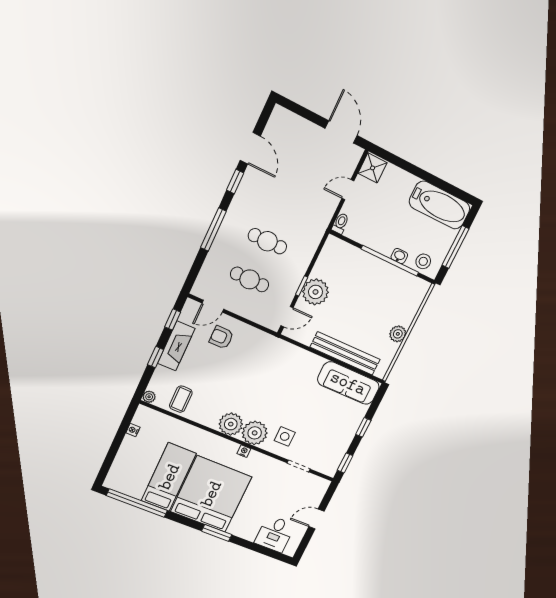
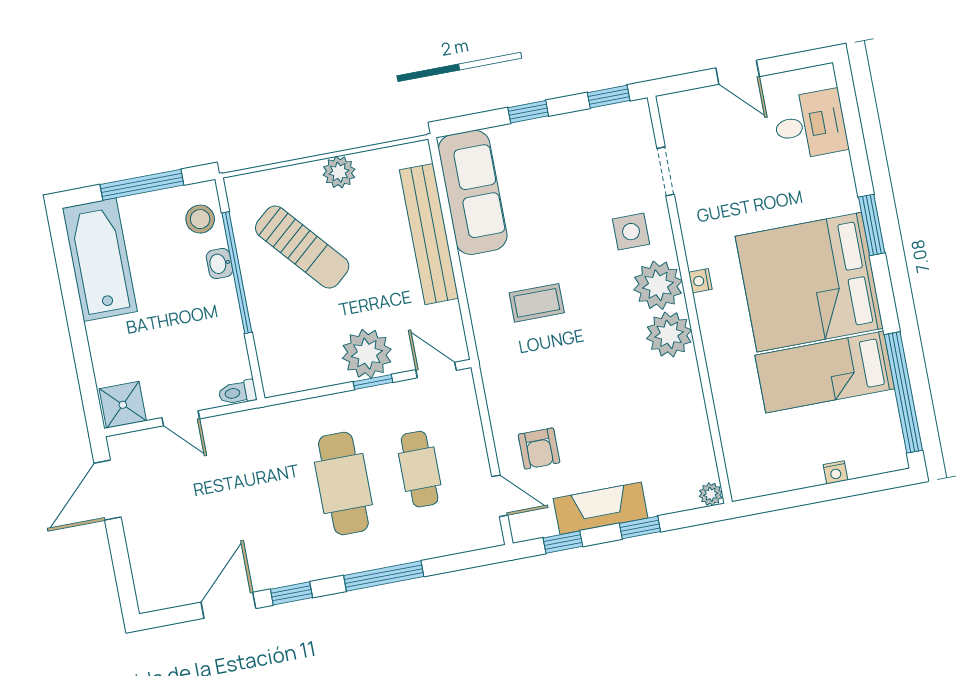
cafe table: (267, 241) -> (343, 483), width x1.37, depth x1.35
sun lounger: (380, 296) -> (302, 247), added
coffee table: (181, 399) -> (537, 303), moved
nightstand: (133, 430) -> (835, 472), moved

